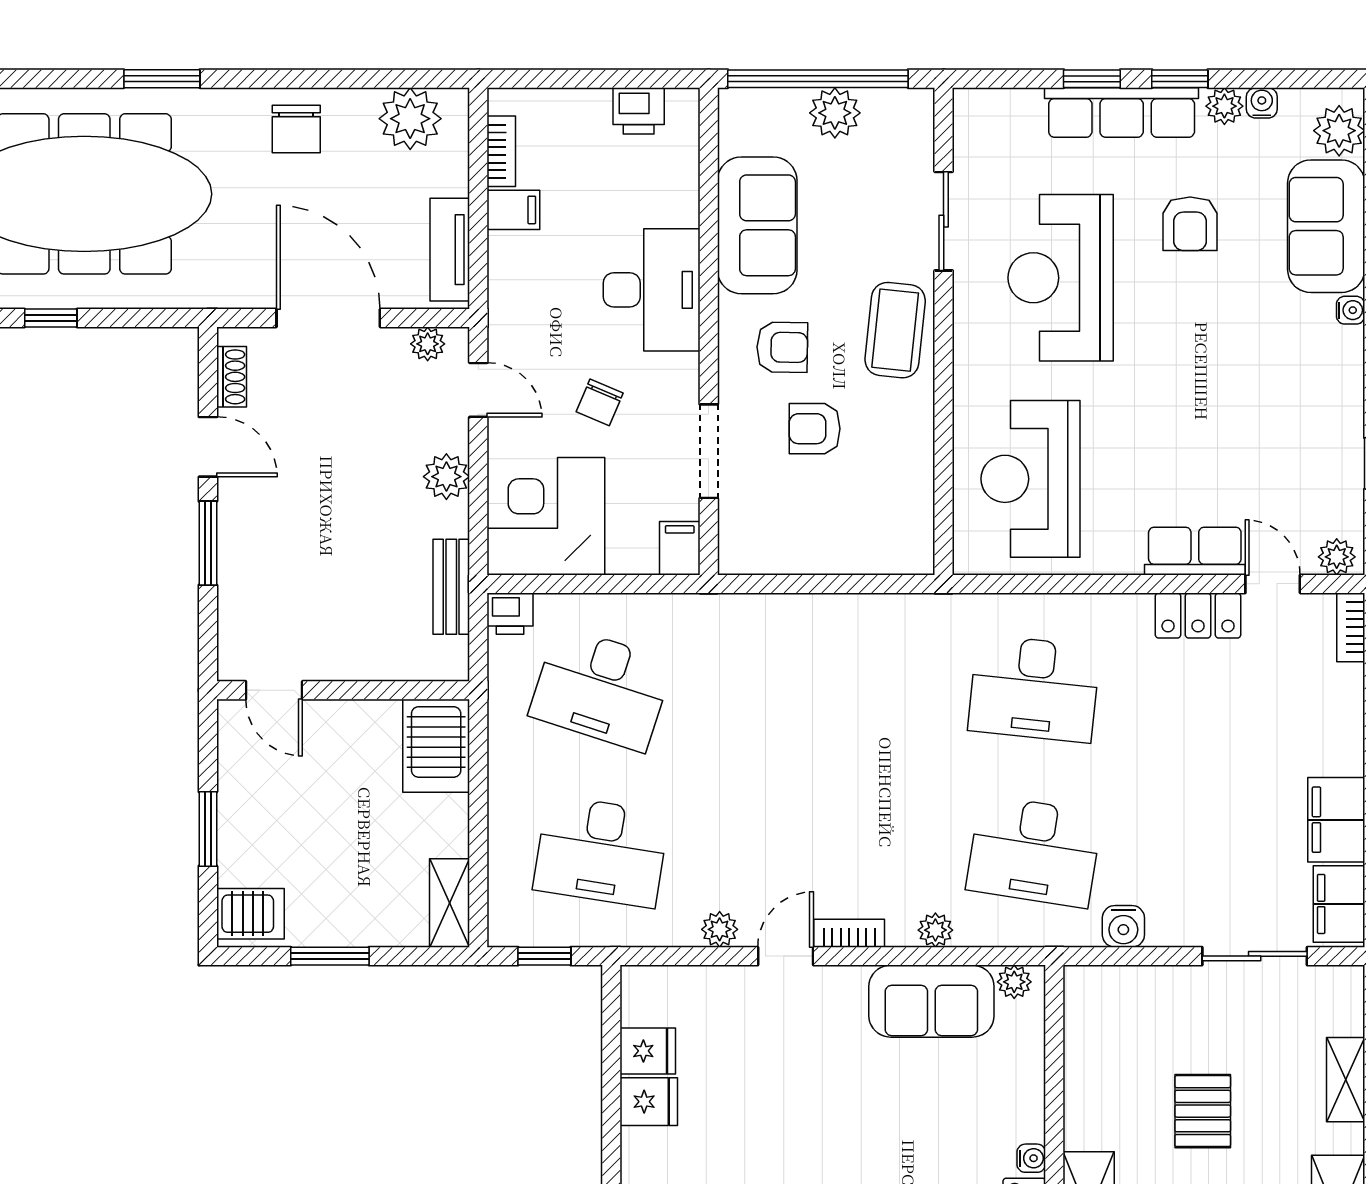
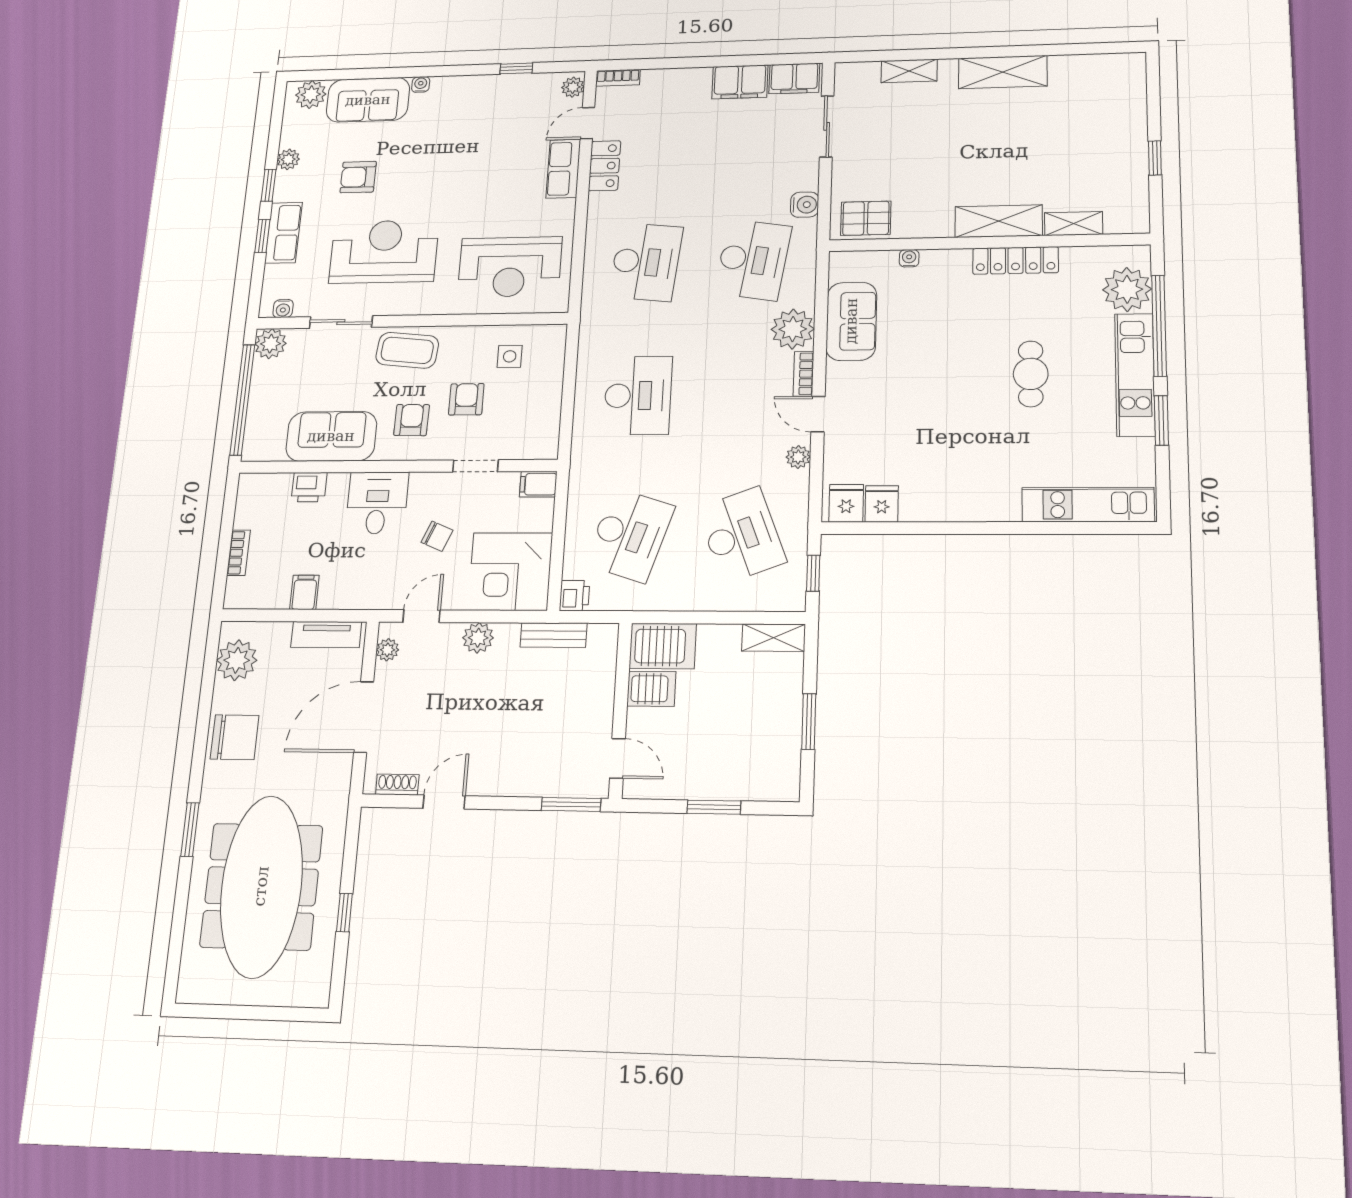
water cooler: (1262, 103) -> (283, 309), moved, turned -90
printer: (639, 111) -> (309, 487), moved, turned 90
row of seats: (1122, 112) -> (283, 233), width x0.68
plant: (835, 113) -> (271, 344), moved
chair: (296, 129) -> (235, 737), width x1.37, depth x1.37
bookcase: (501, 151) -> (239, 553), moved, turned 90
armchair: (1190, 224) -> (358, 177), turned 180
reception desk: (1061, 278) -> (384, 252), turned 180
desk: (652, 290) -> (377, 503), width x0.73
armchair: (815, 429) -> (466, 399), turned 180
doorway: (709, 451) -> (475, 466), width x0.73
side table: (883, 490) -> (510, 356), added
window: (208, 543) -> (571, 804), moved
desk: (818, 689) -> (638, 396), added
door: (274, 690) -> (618, 758), hinge flipped
desk: (601, 851) -> (741, 535), turned -30
server rack: (250, 914) -> (651, 689), moved, turned 90
plant: (935, 930) -> (793, 329), width x1.87, depth x1.87
plant: (1014, 982) -> (840, 270), removed
fridge: (649, 1102) -> (846, 503), moved
pallet: (1203, 1111) -> (866, 218), moved
water cooler: (1031, 1158) -> (909, 258), moved

